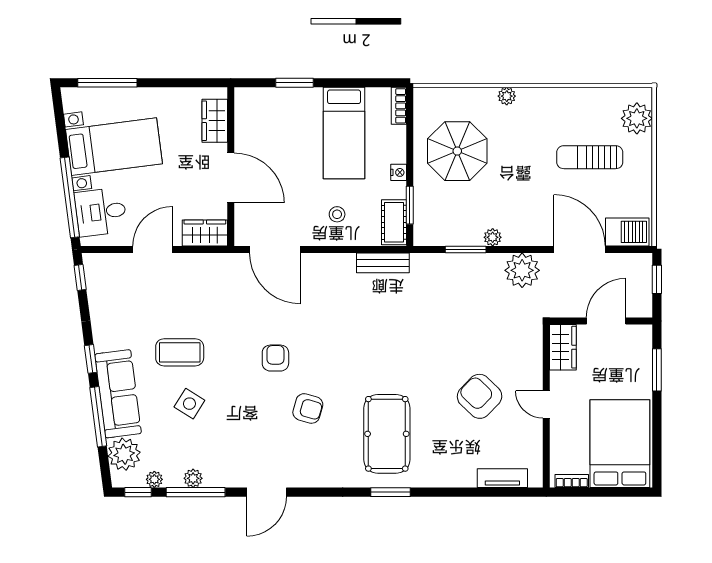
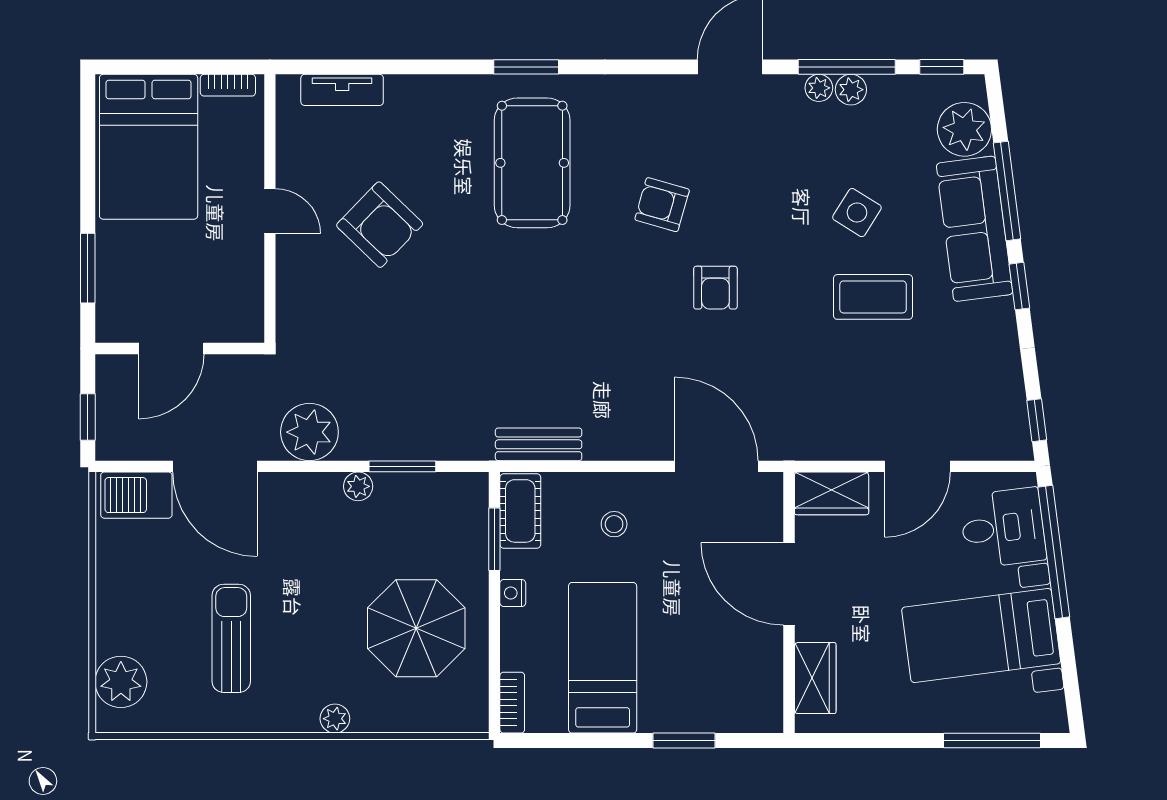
sun lounger: (590, 157) -> (231, 638), moved, turned -90
wardrobe: (563, 347) -> (243, 305), removed
plant: (154, 479) -> (819, 88), moved

